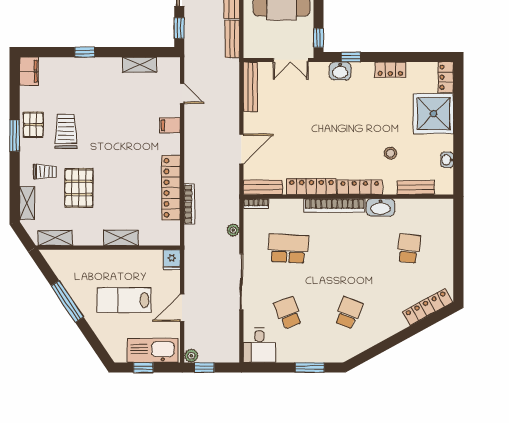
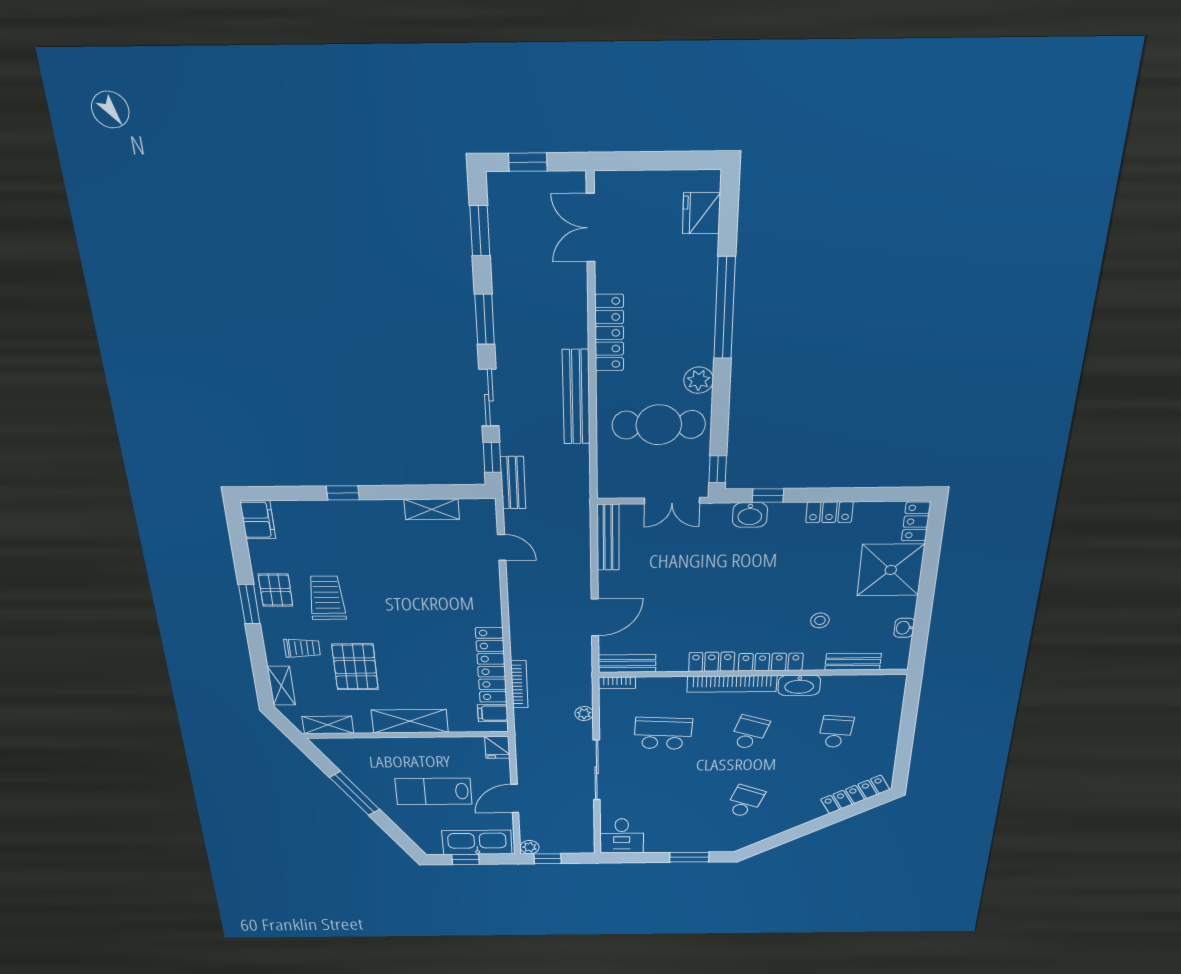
bench: (232, 39) -> (513, 483), moved
filing cabinet: (170, 125) -> (493, 713), moved
locker: (311, 187) -> (712, 662), width x0.66
shelving: (121, 238) -> (410, 721), width x1.50, depth x1.33
school desk: (288, 313) -> (749, 733), moved, turned 39

